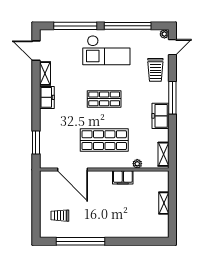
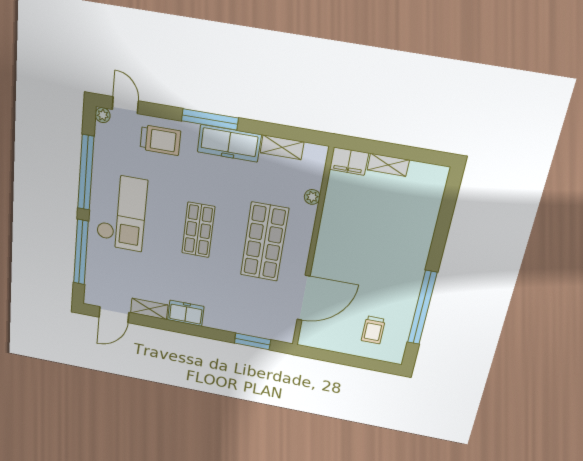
freezer: (160, 116) -> (229, 143), width x1.40
shelving: (163, 154) -> (282, 147), moved
filing cabinet: (123, 177) -> (349, 161), moved, turned 90

